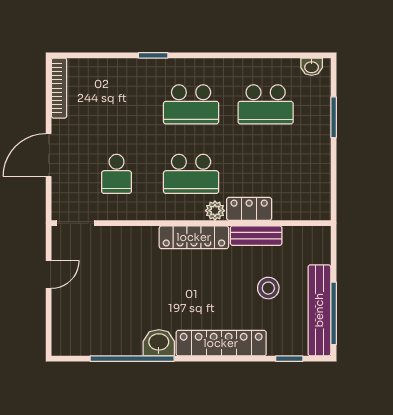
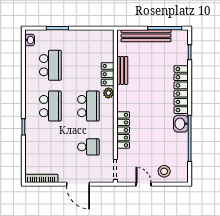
locker: (194, 237) -> (123, 130), moved
stool: (268, 288) -> (164, 171), moved
bench: (319, 310) -> (146, 36), moved

